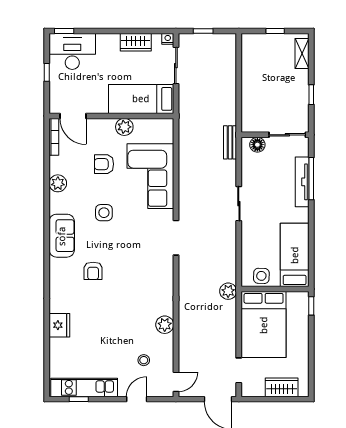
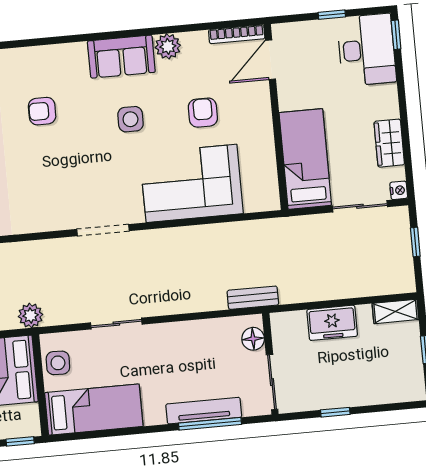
shelving: (302, 54) -> (395, 311), moved
freezer: (252, 91) -> (332, 323), added
plant: (124, 127) -> (261, 138), removed
sliding door: (239, 204) -> (116, 324), moved
sofa: (62, 236) -> (121, 57), moved

